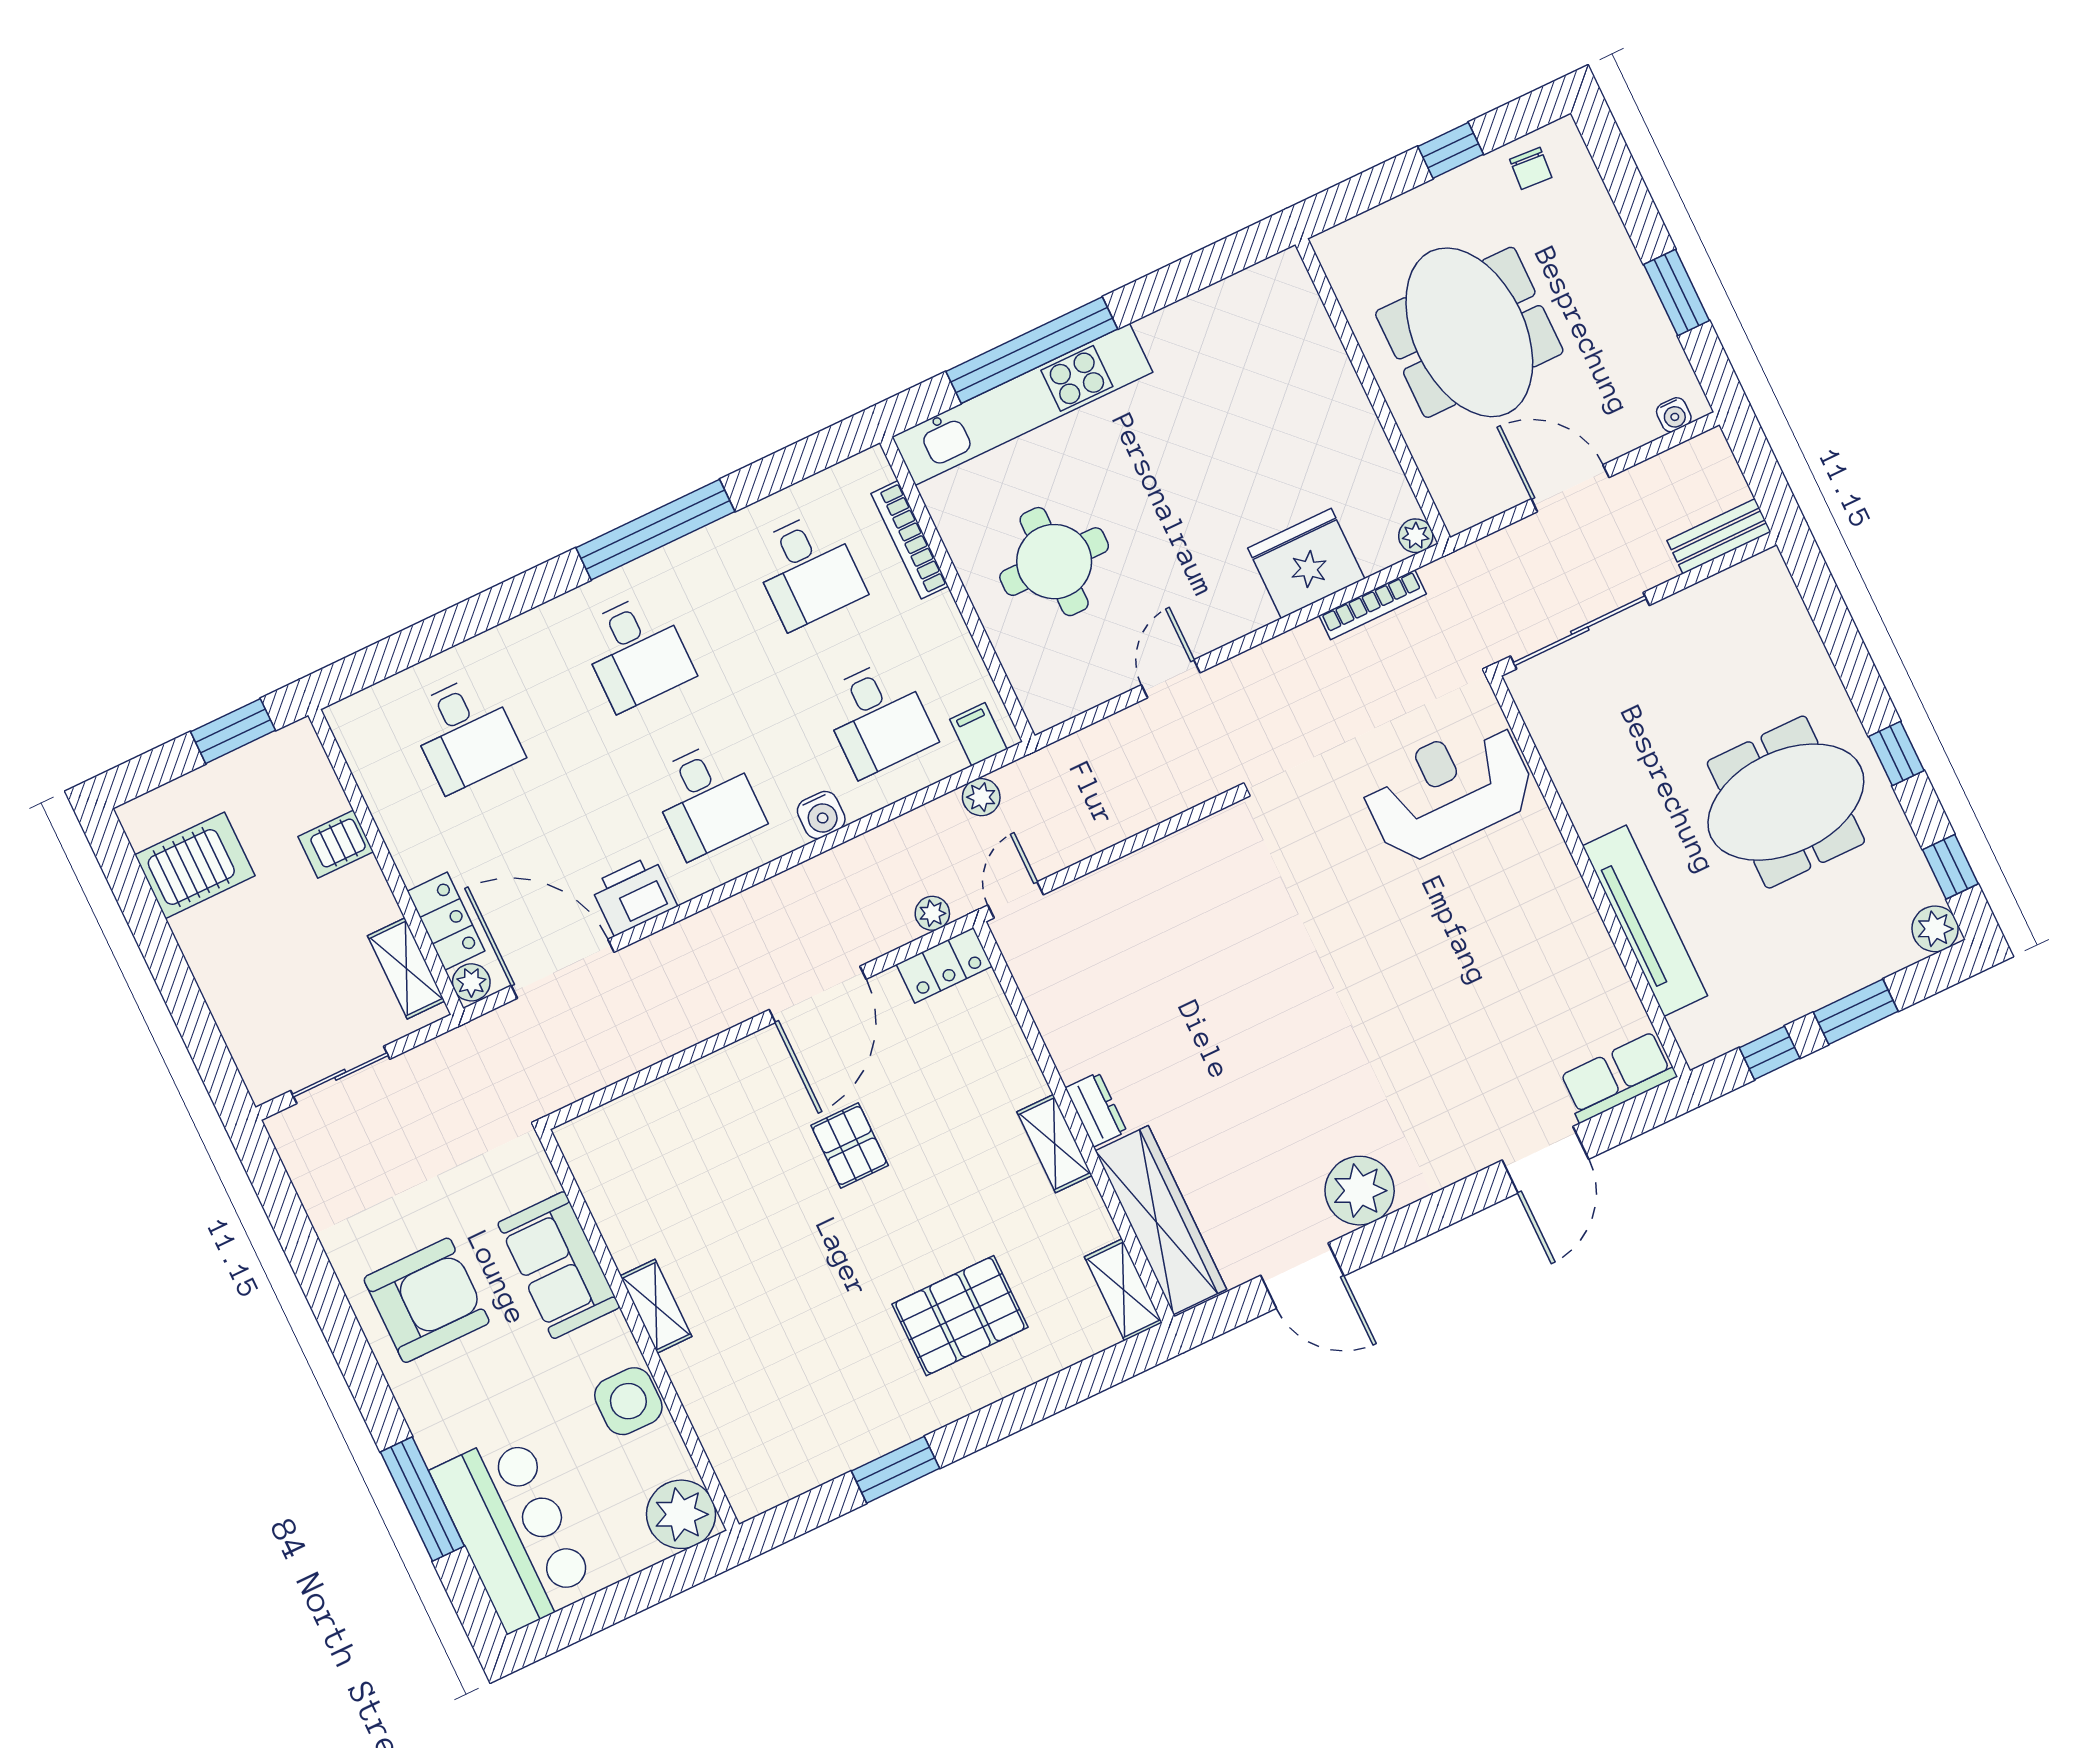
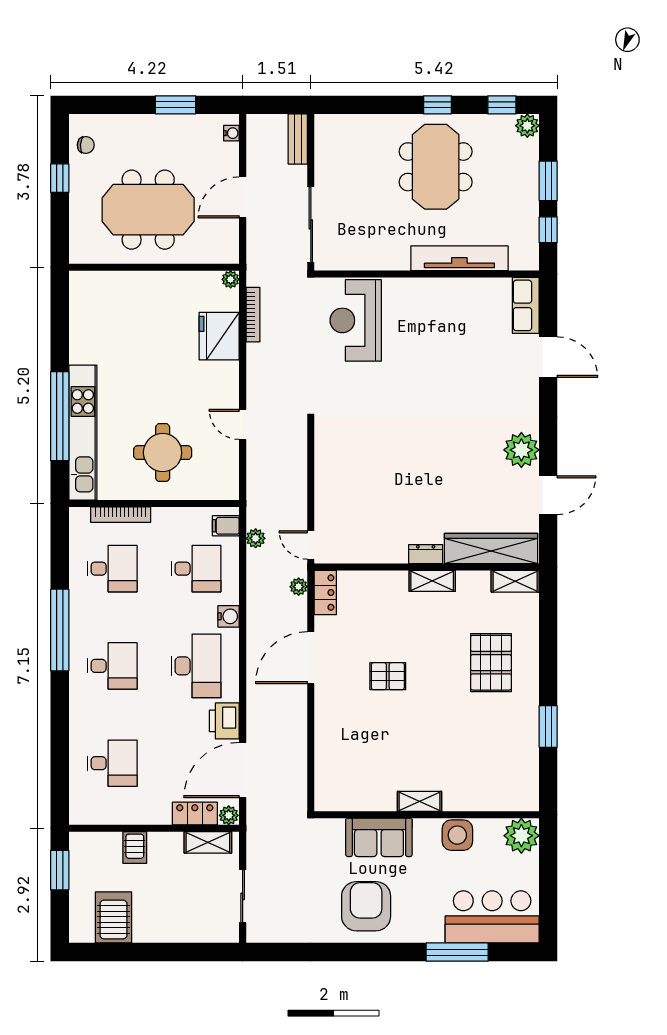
desk: (707, 799) -> (196, 666), width x1.37
door: (818, 994) -> (311, 658), swing flipped

